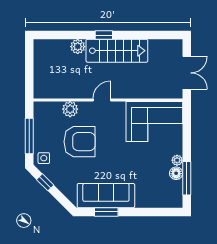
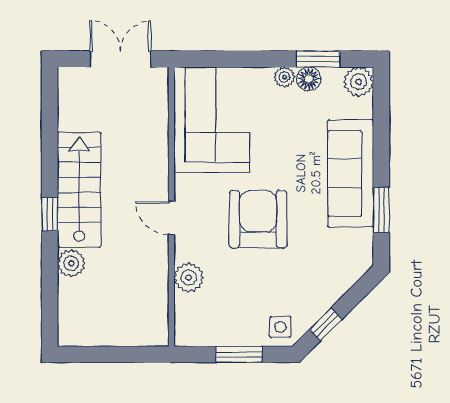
window: (29, 136) -> (239, 354), width x0.69
armchair: (80, 142) -> (258, 219), moved
window: (187, 178) -> (318, 59), width x0.69
sofa: (106, 196) -> (351, 173), moved
plant: (175, 200) -> (359, 82), added

